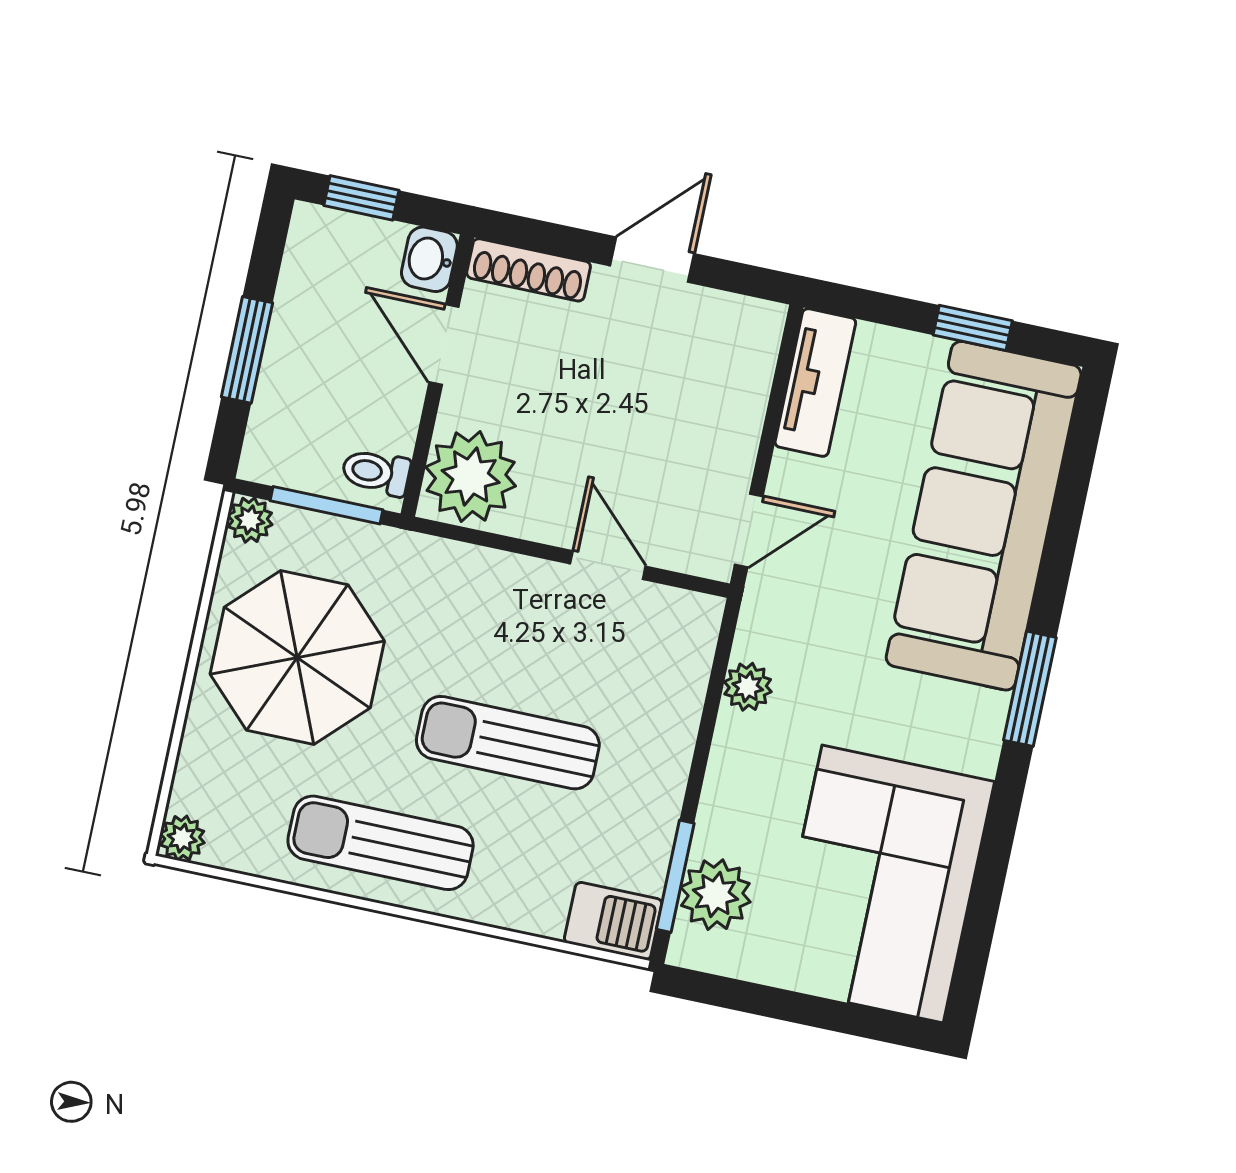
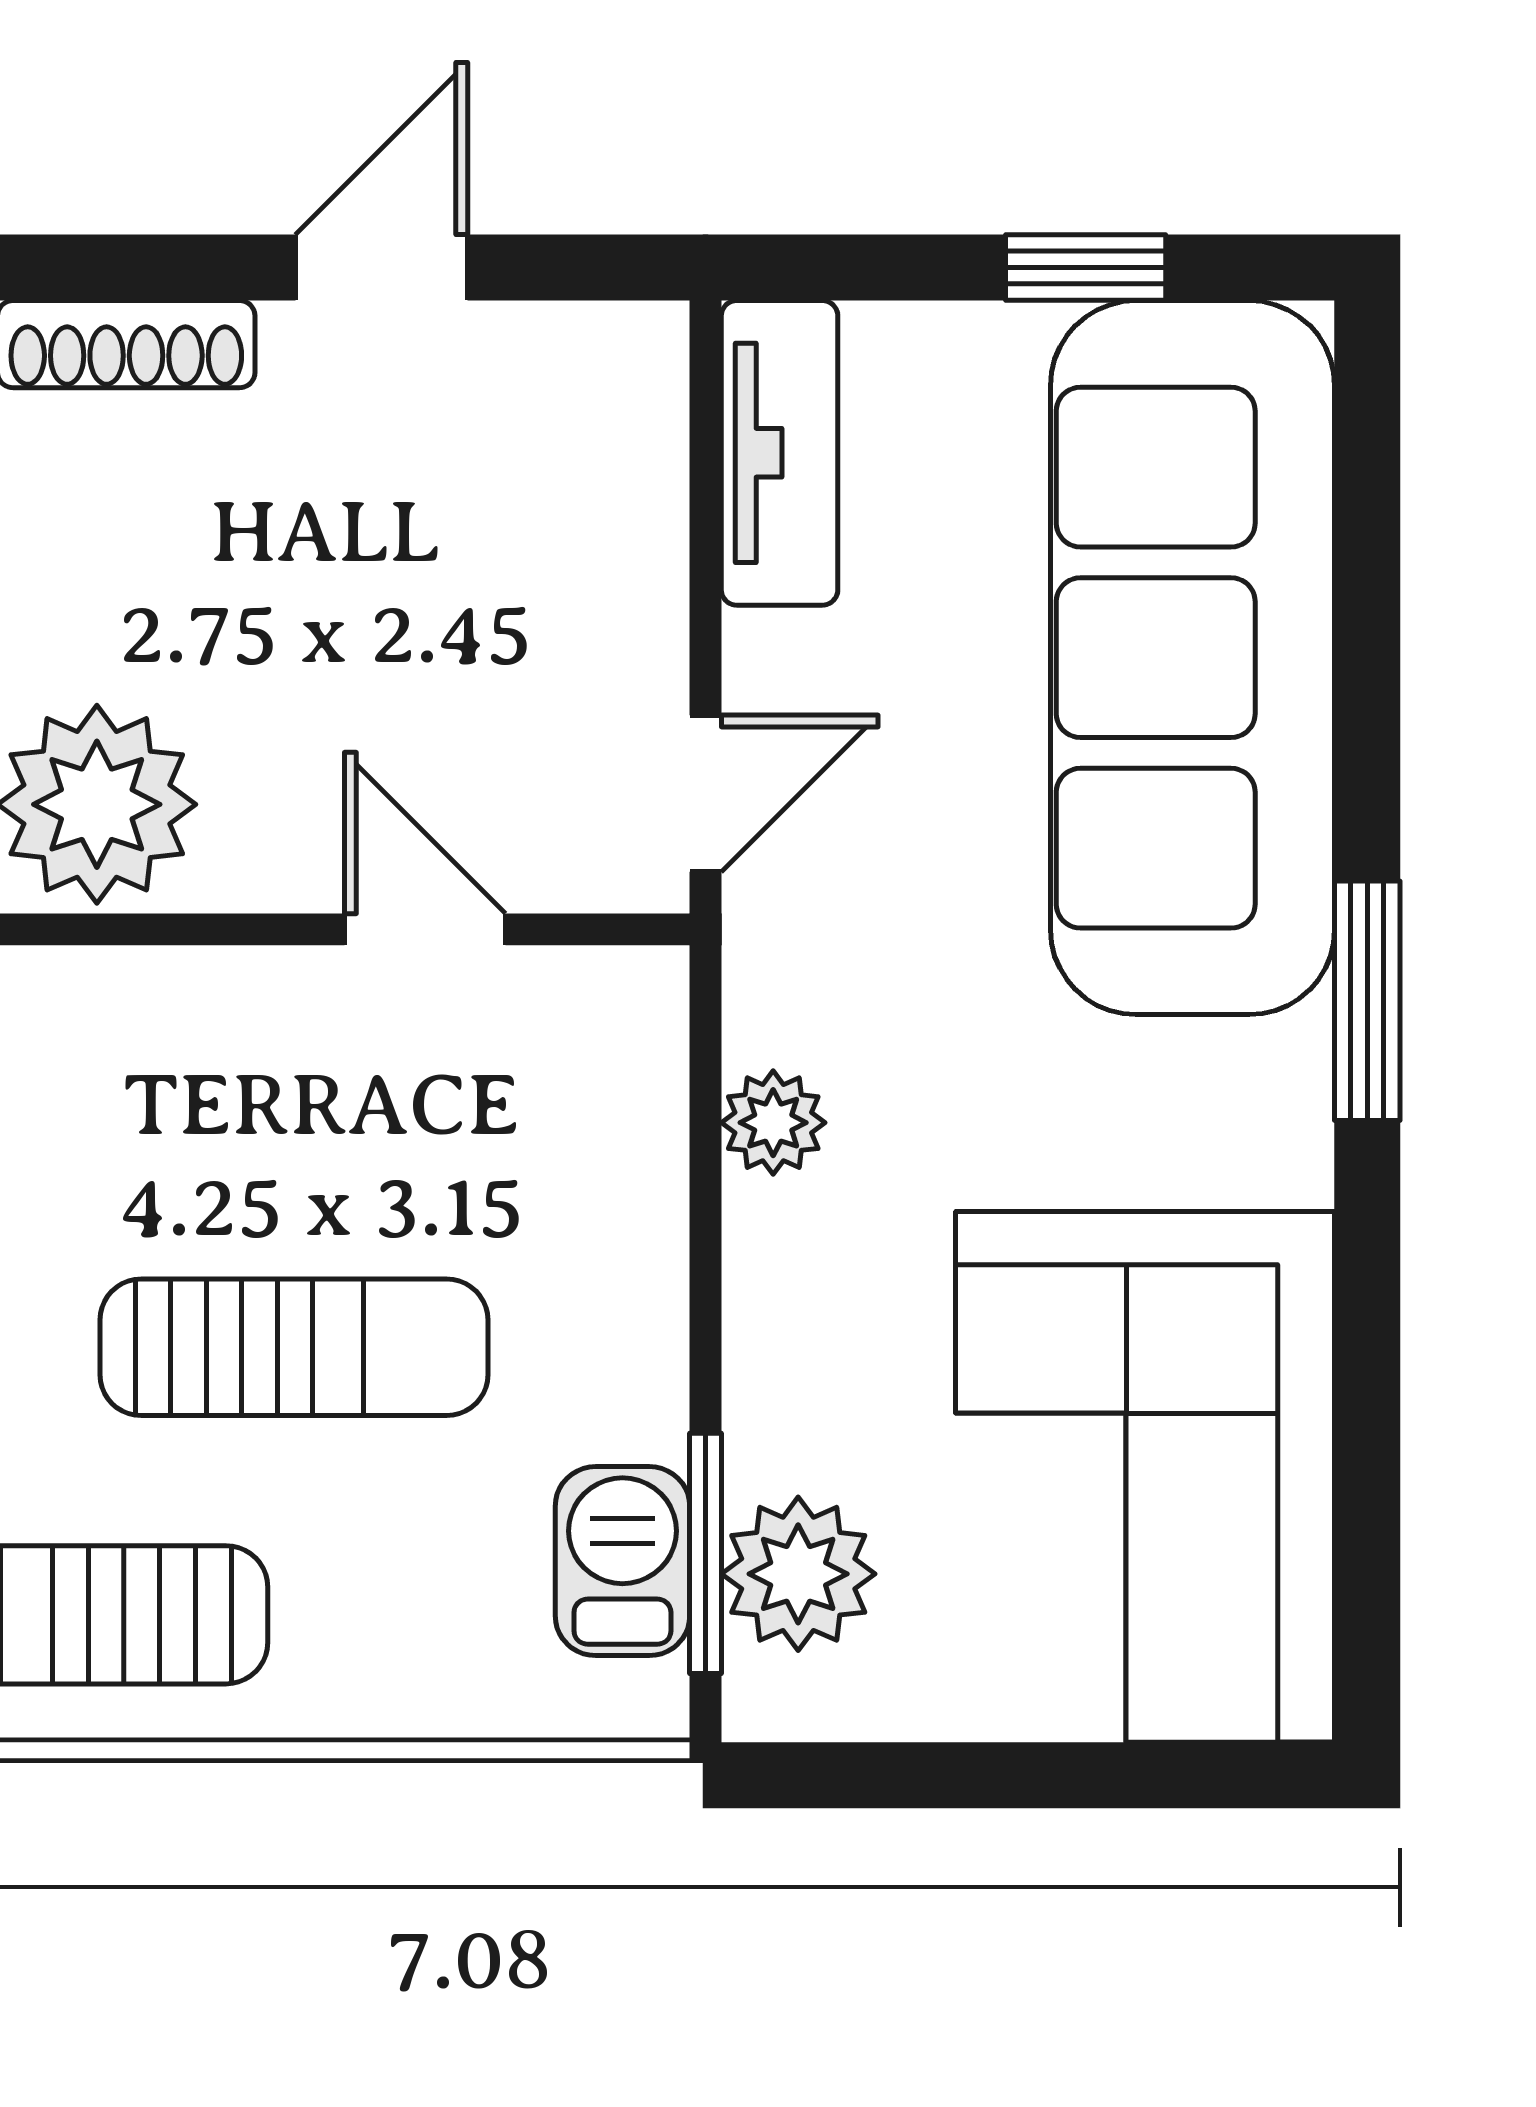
sun lounger: (508, 743) -> (294, 1347), turned 180
barbecue: (613, 921) -> (622, 1561), moved, turned -90

